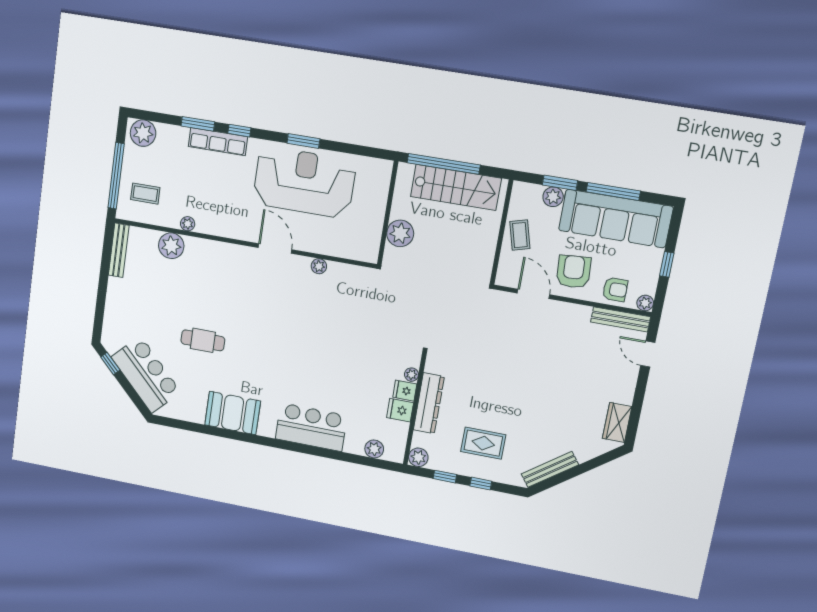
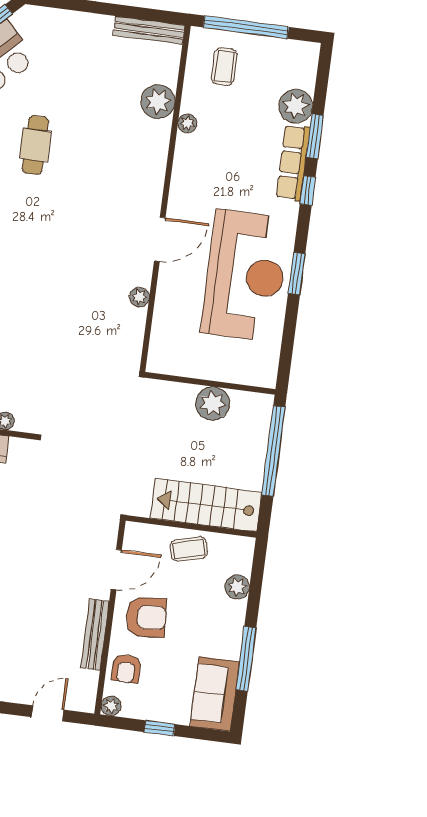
plant: (143, 133) -> (296, 106), moved
window: (560, 183) -> (254, 594), removed
stairs: (456, 187) -> (206, 505), moved, turned 90
sofa: (616, 218) -> (215, 694), width x0.54, depth x0.79
plant: (400, 233) -> (213, 404), moved
bench: (621, 319) -> (95, 635), moved

